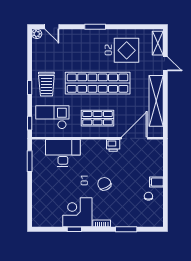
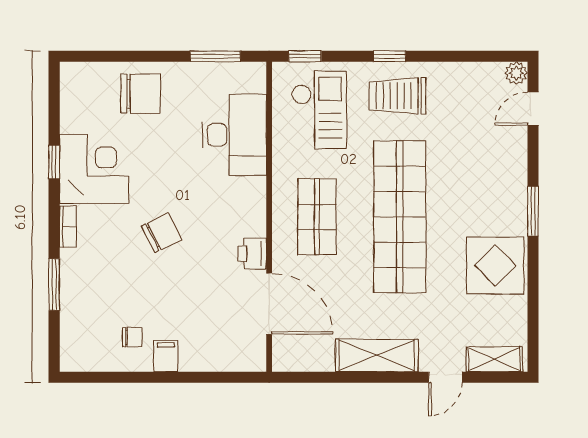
display table: (127, 50) -> (495, 265), moved
shelving: (156, 101) -> (377, 355), width x0.68
chair: (46, 193) -> (141, 94), added

